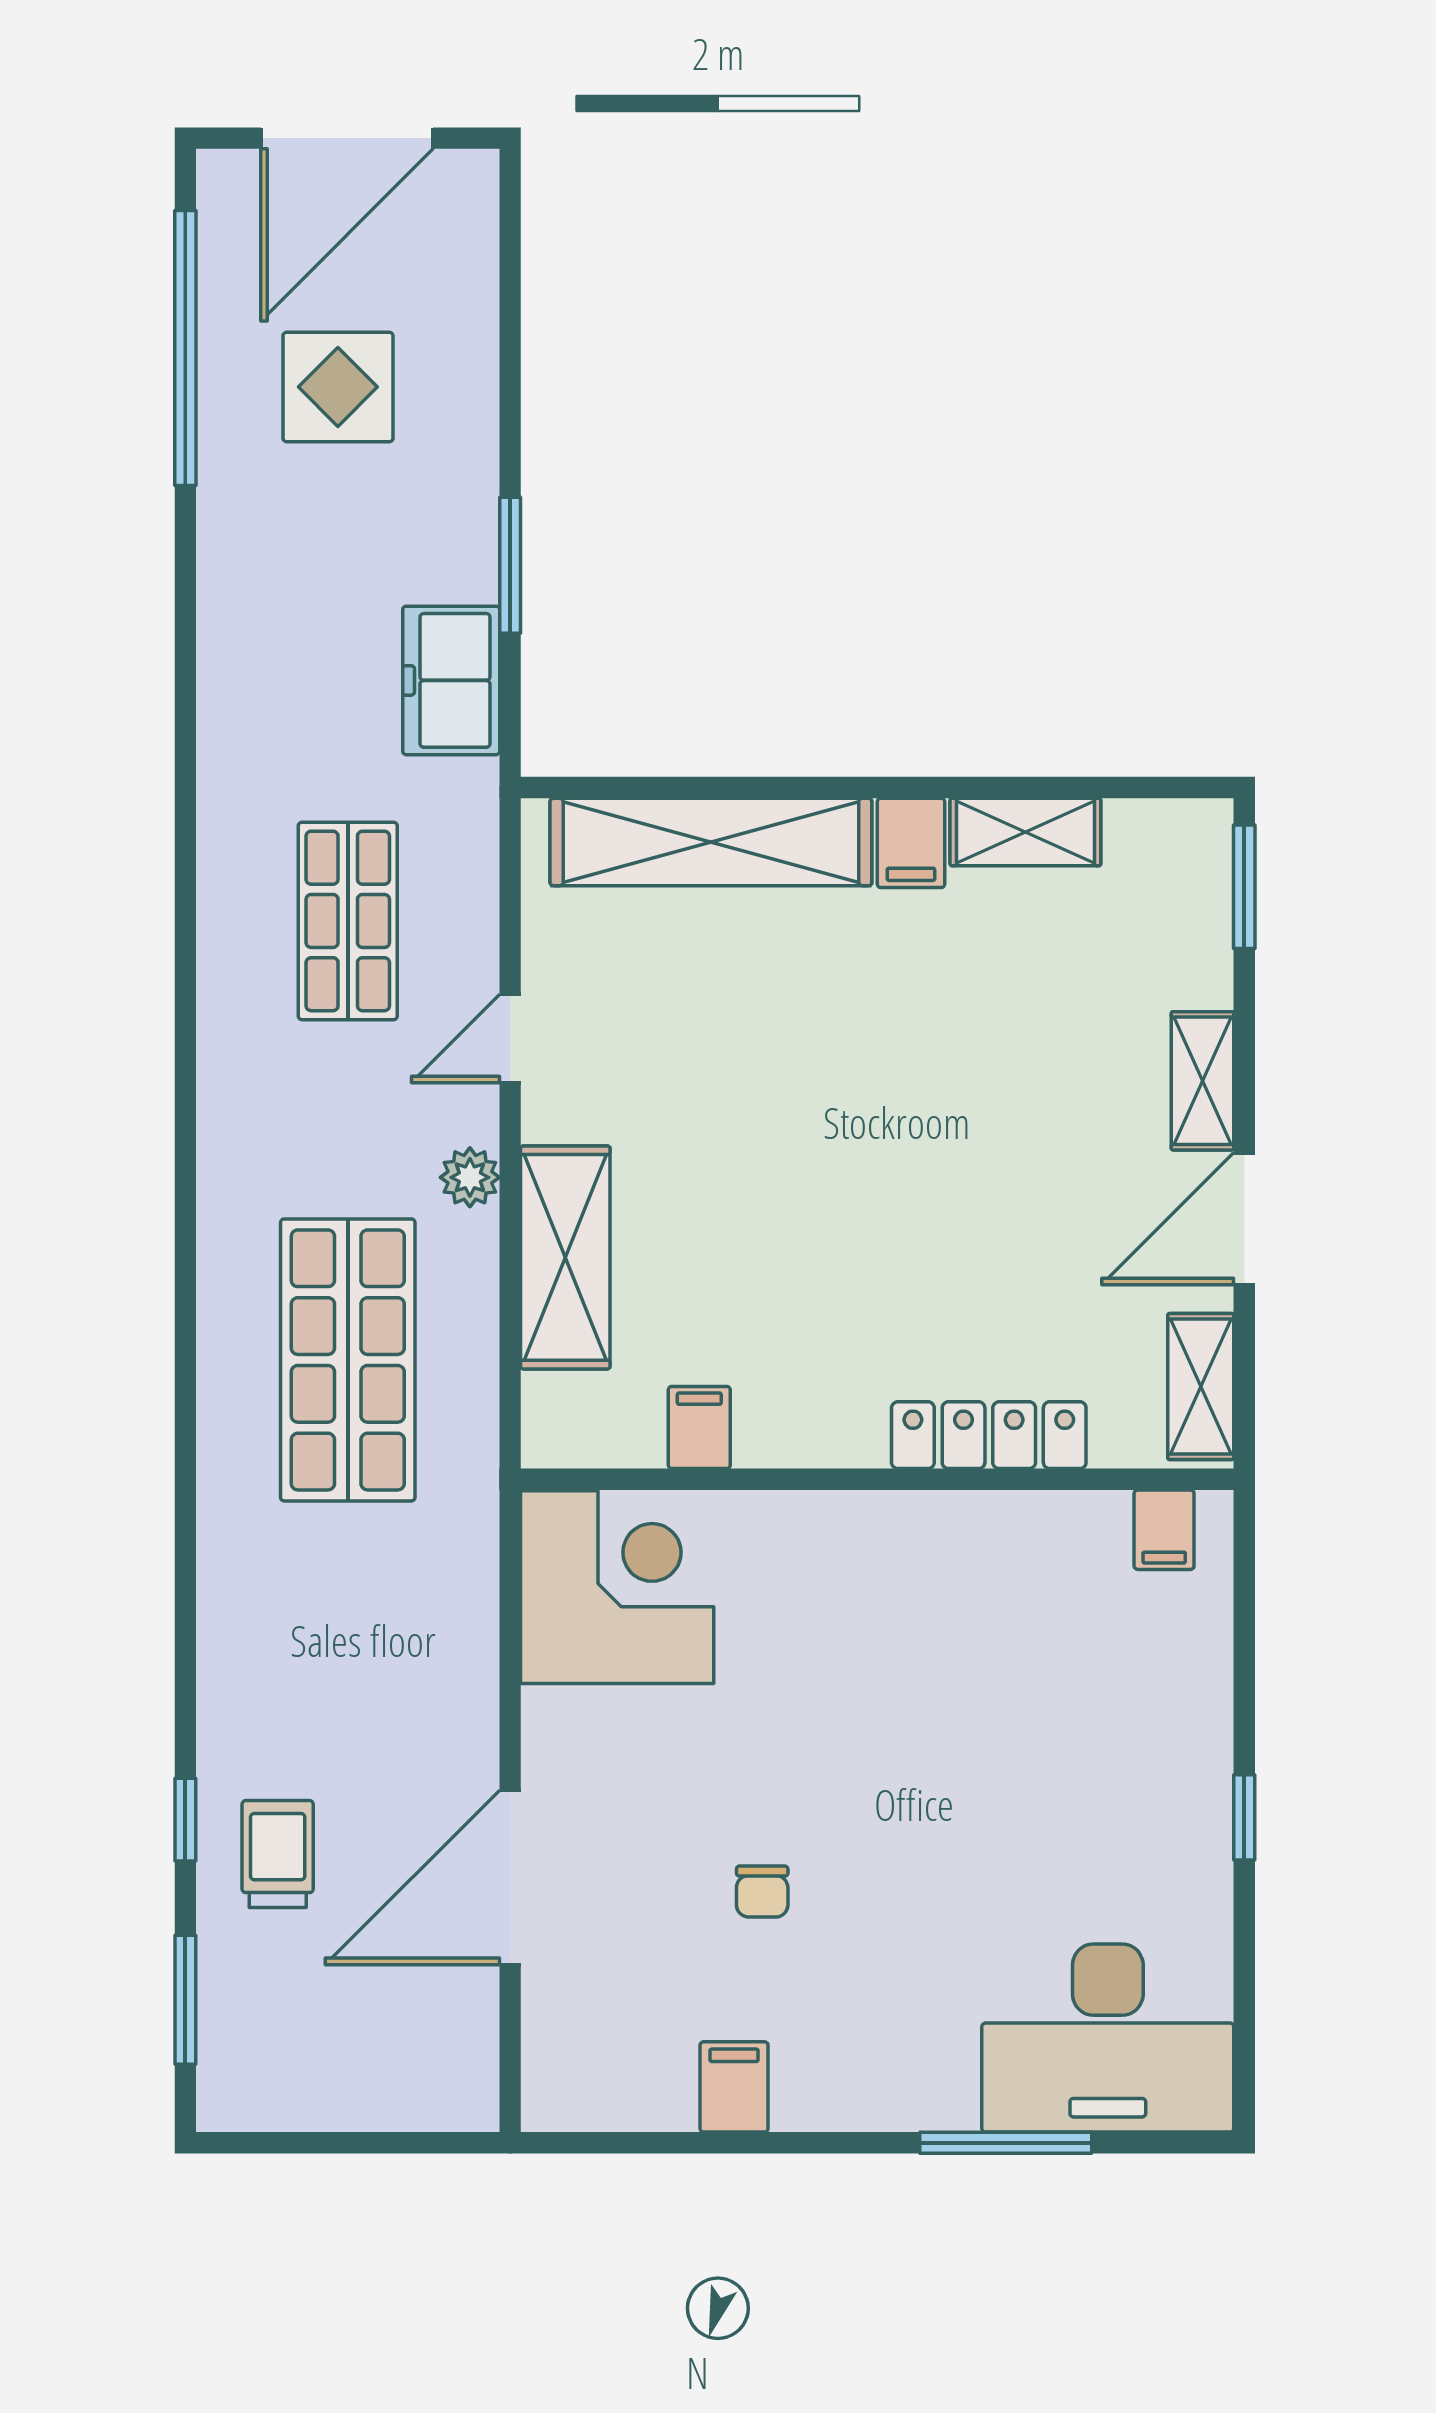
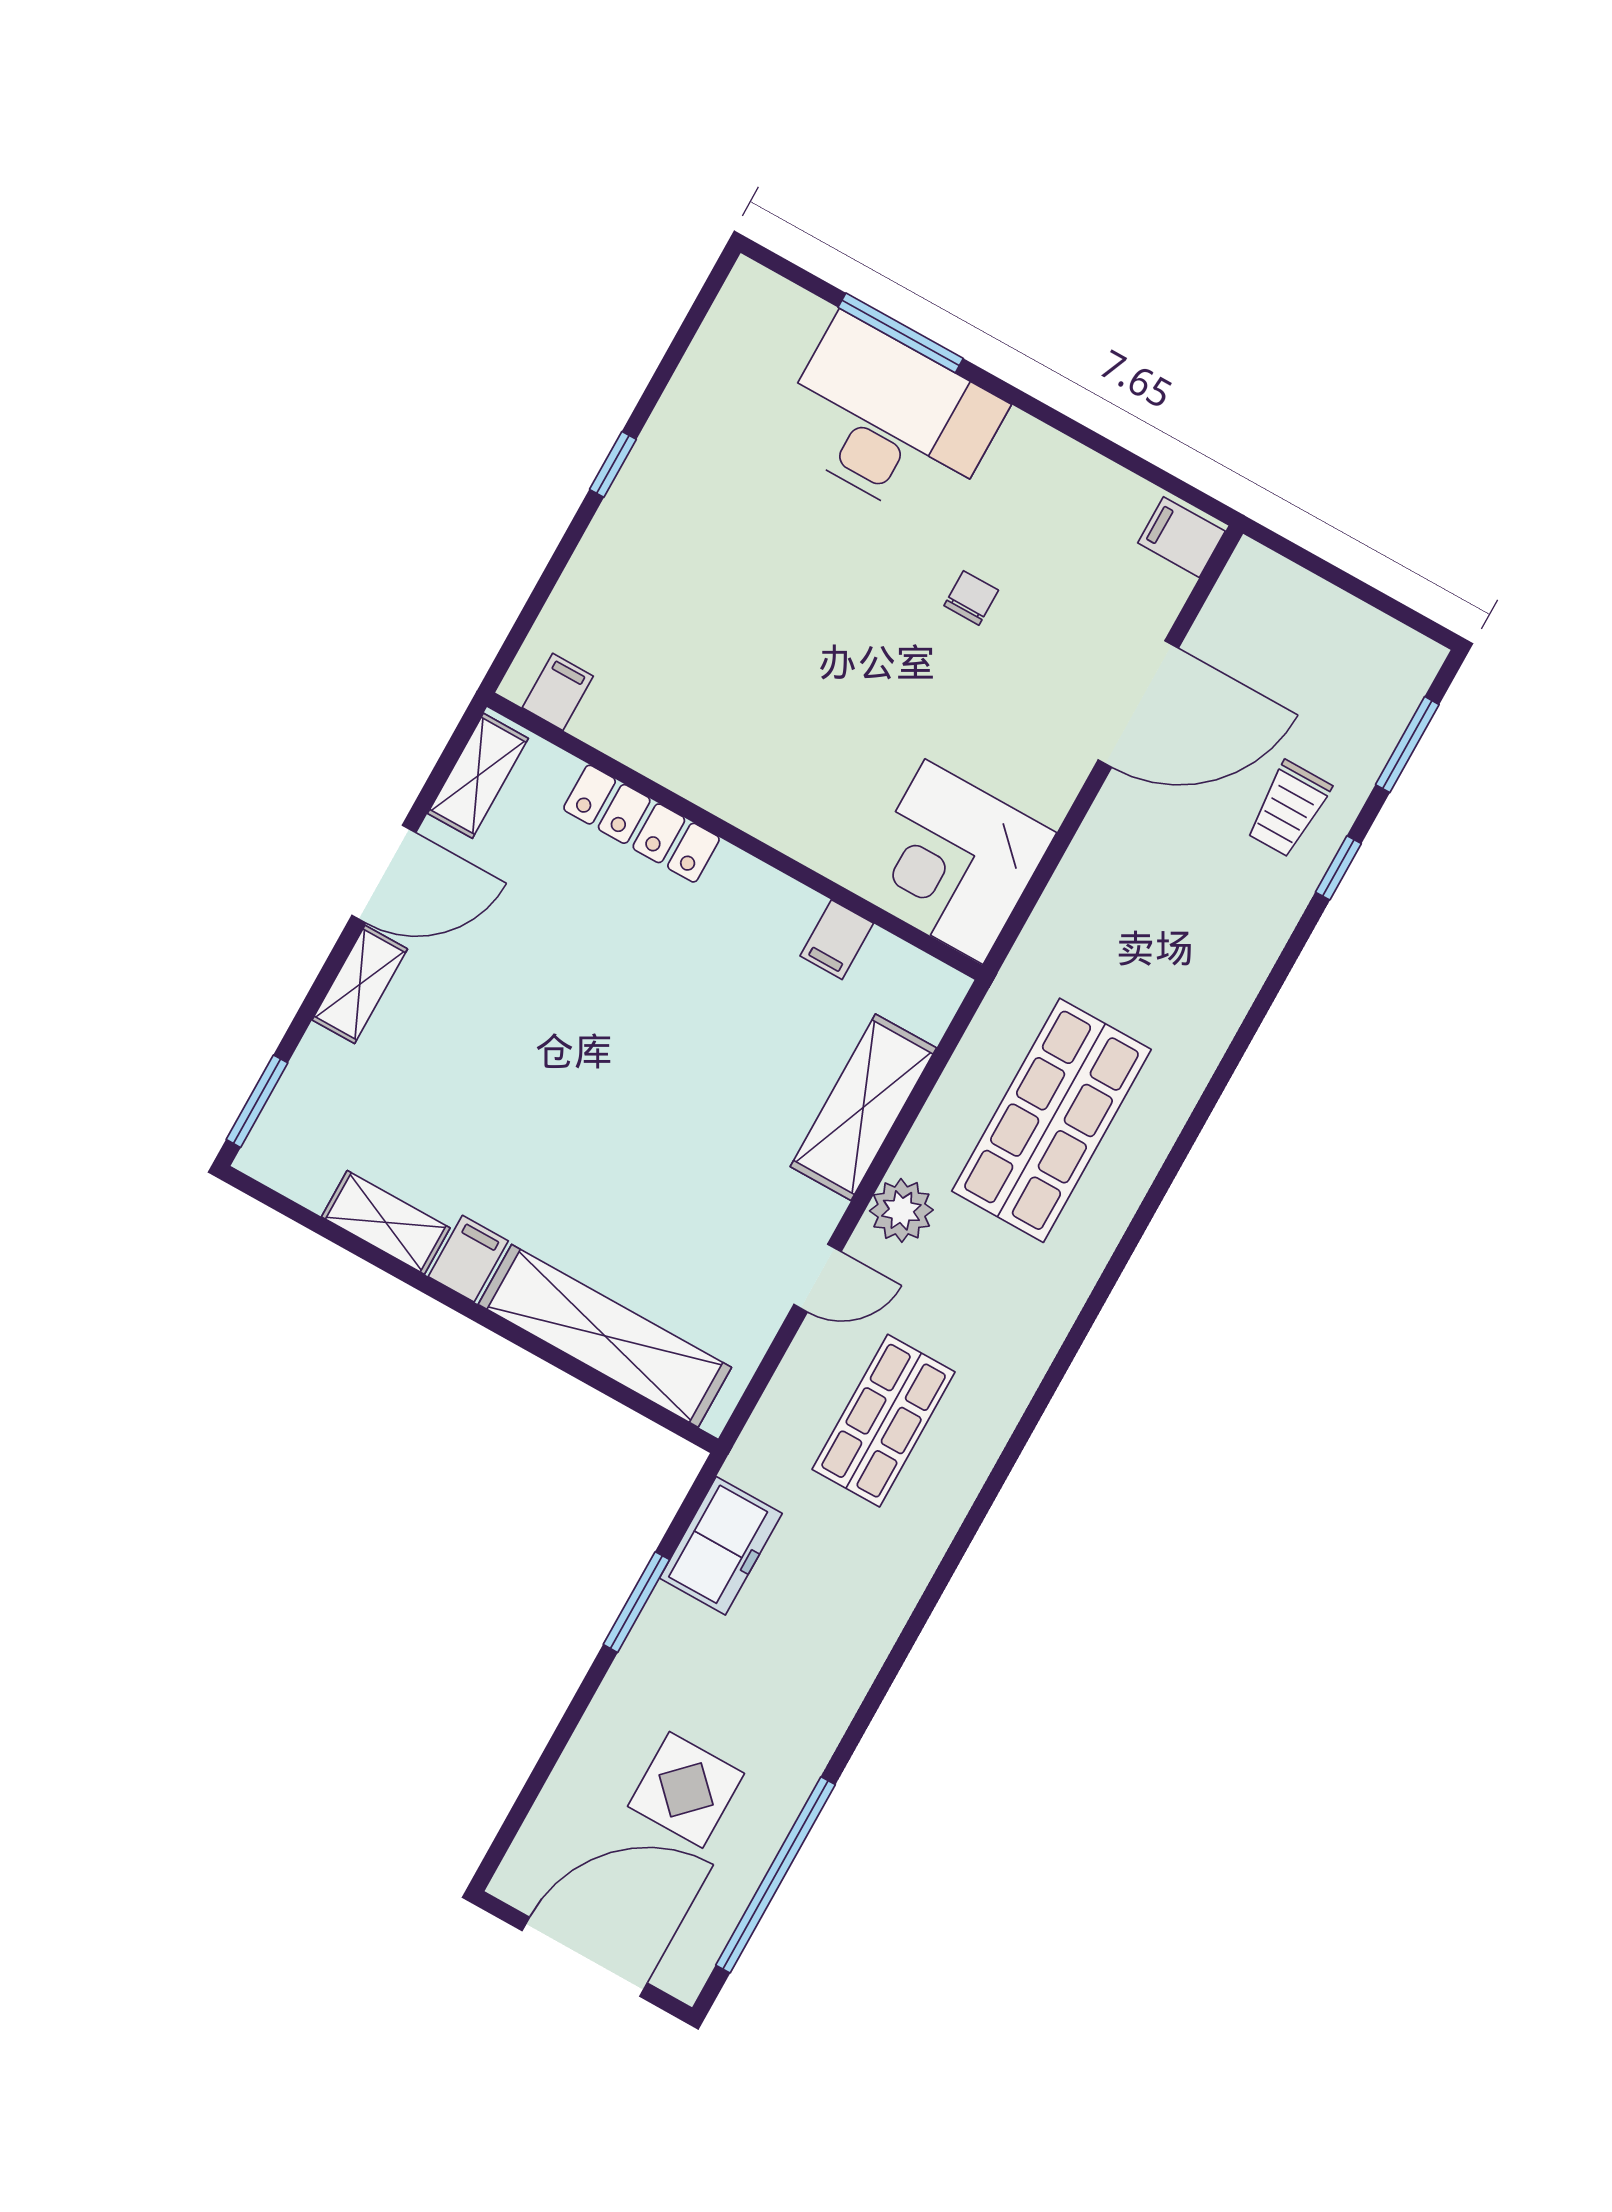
plant: (470, 1177) -> (901, 1210), width x1.38, depth x1.38
desk: (1108, 2038) -> (889, 421), moved
filing cabinet: (734, 2087) -> (1181, 537), moved, turned 90

